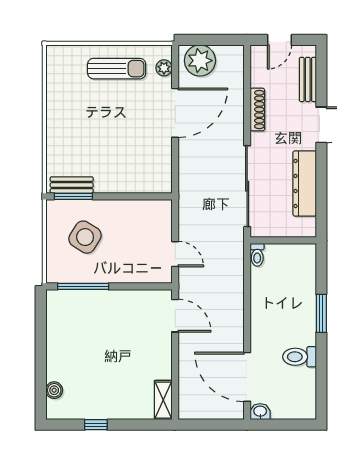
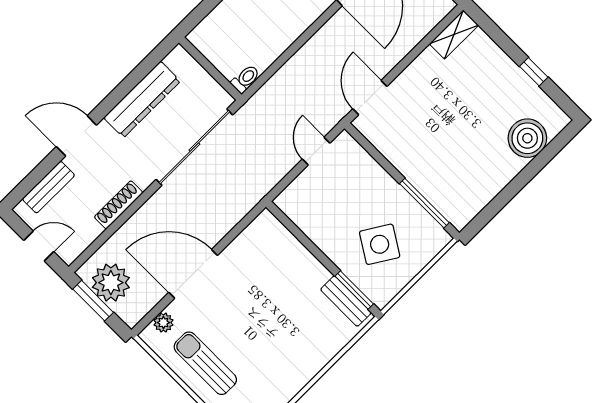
window: (217, 40) -> (93, 301), added
plant: (200, 61) -> (111, 283), moved
boiler: (54, 390) -> (527, 138), width x1.86, depth x1.86

